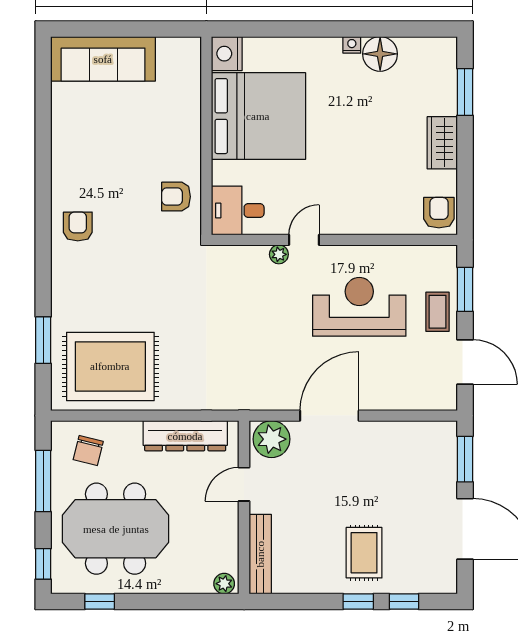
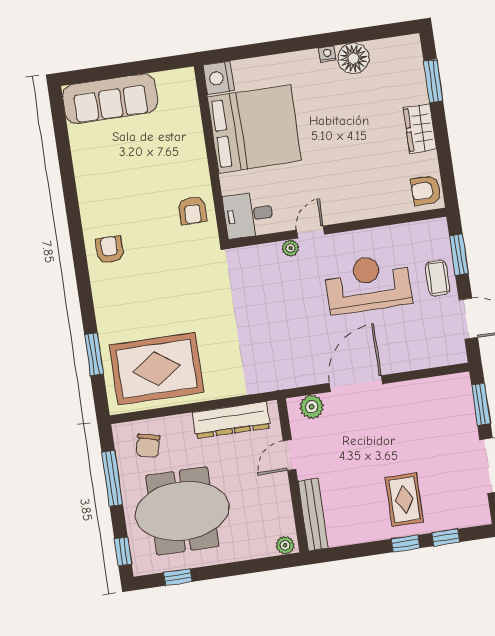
armchair: (176, 197) -> (192, 211), turned -90
armchair: (439, 213) -> (426, 191), turned -90
plant: (272, 439) -> (312, 407), width x0.73, depth x0.73

